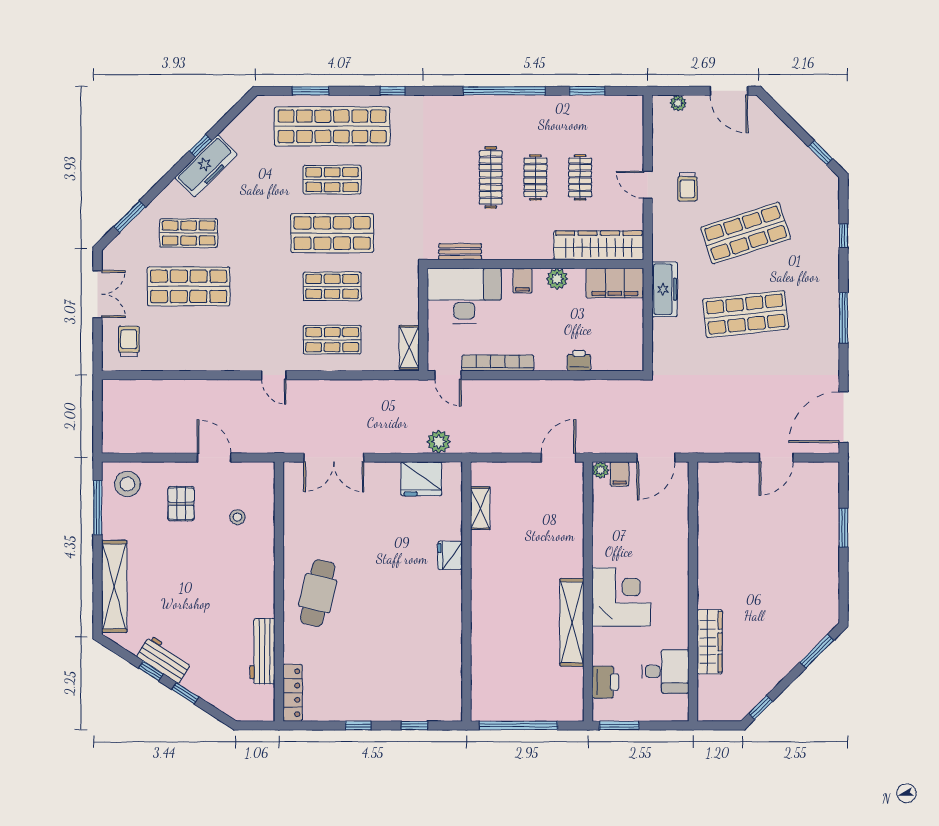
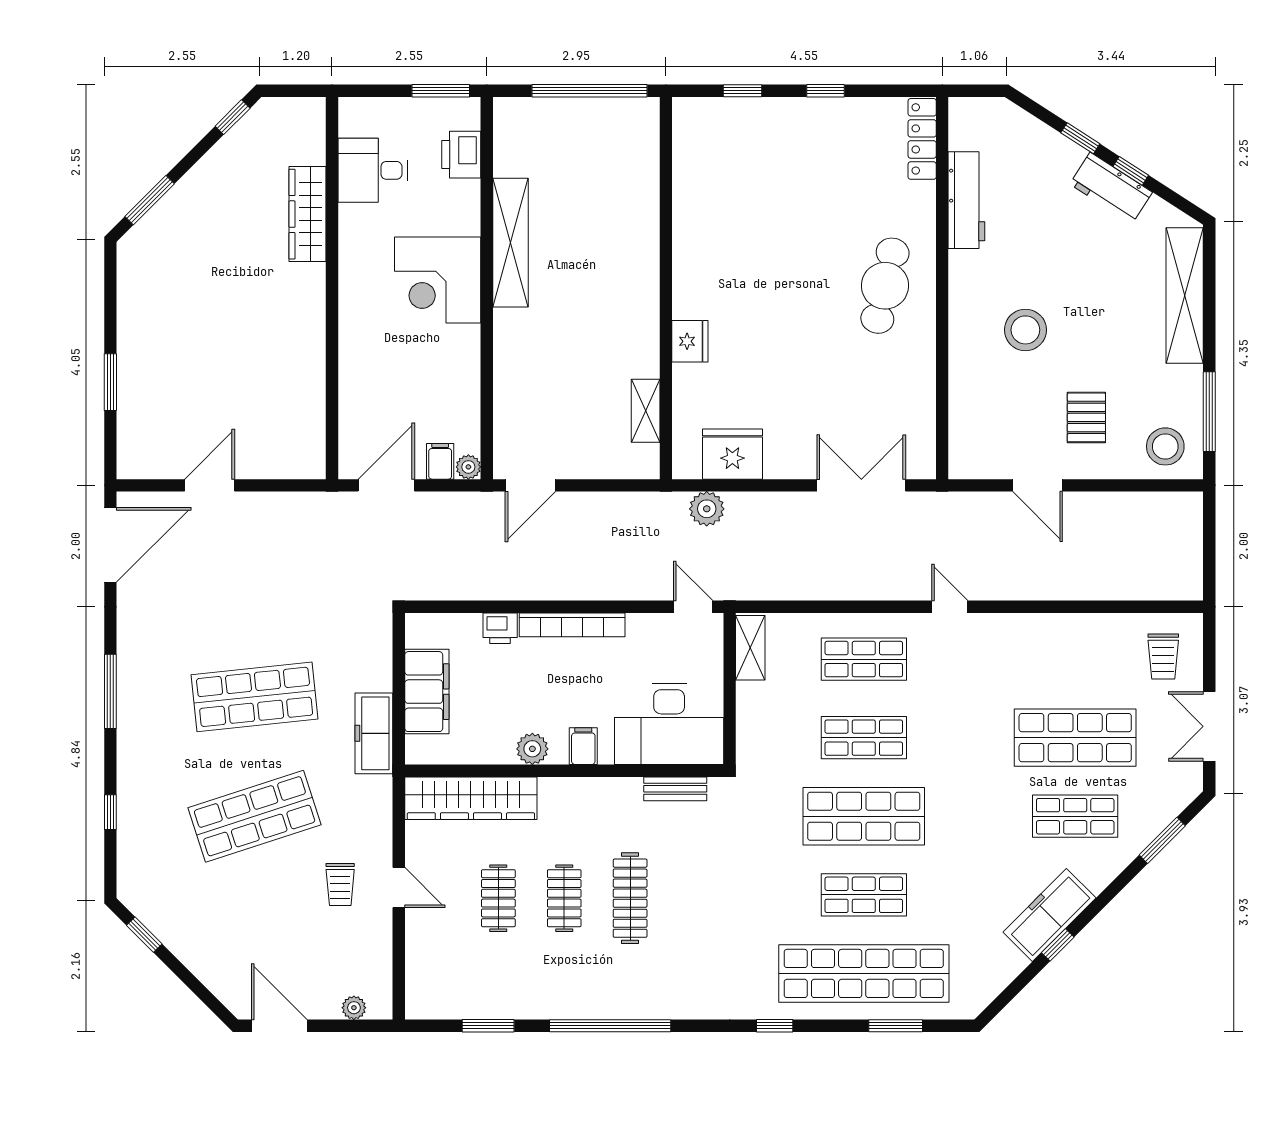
trolley: (687, 187) -> (340, 885), turned 180
filing cabinet: (615, 283) -> (427, 692), moved, turned 90
bookcase: (498, 363) -> (572, 625), moved
stool: (237, 517) -> (1025, 330), moved, width x1.89, depth x1.89

